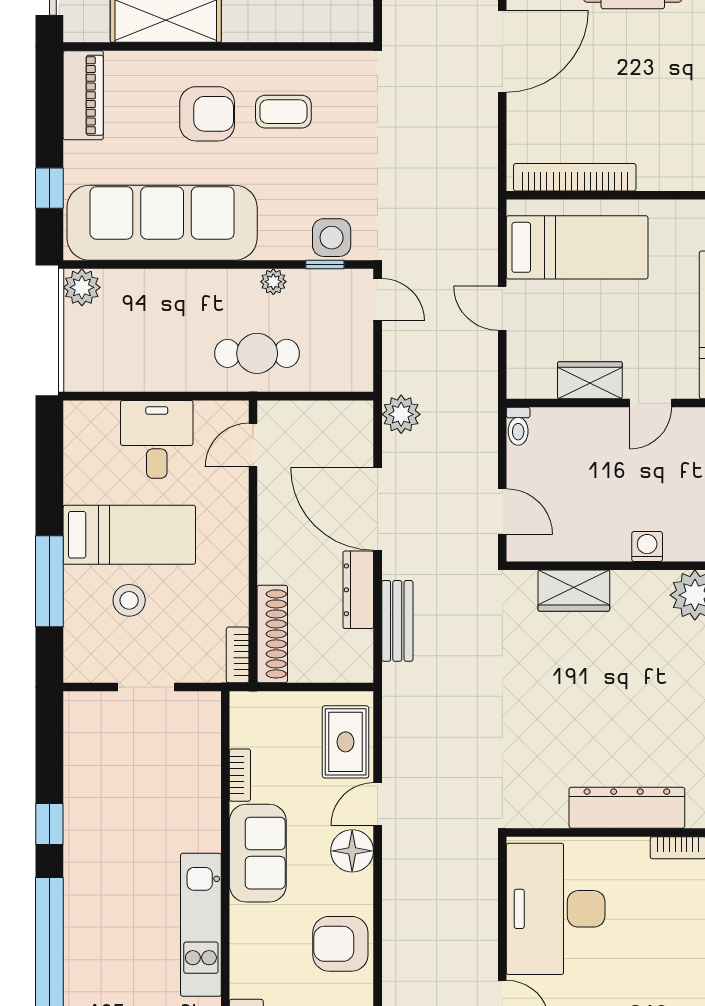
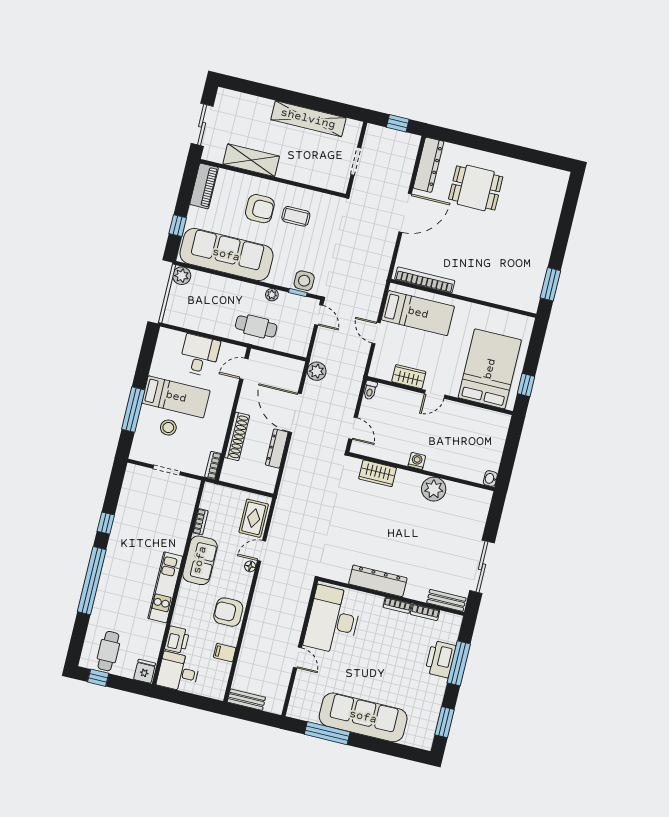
bench: (397, 621) -> (291, 467), removed
shoe rack: (272, 634) -> (237, 436), moved
floor lamp: (352, 851) -> (250, 566), width x0.53, depth x0.53

